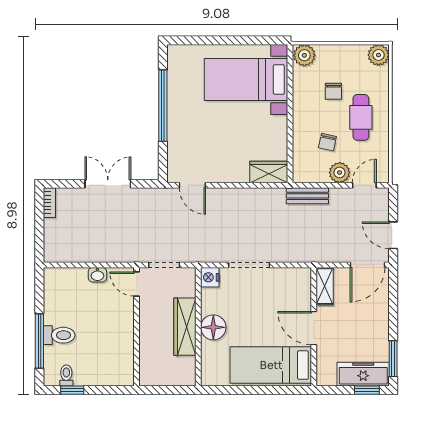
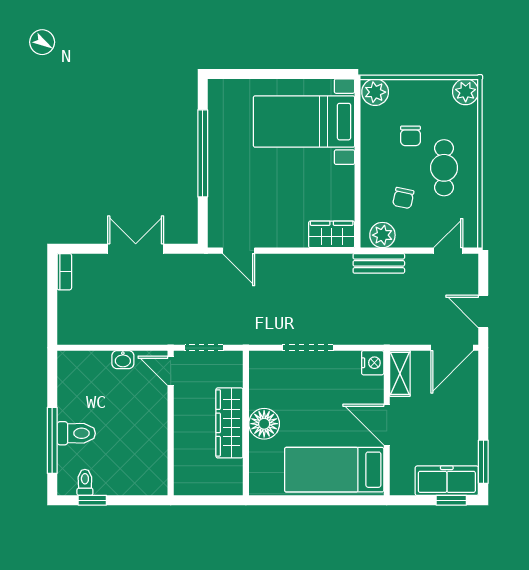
plant: (340, 173) -> (382, 235), moved
nightstand: (210, 277) -> (373, 363), moved, turned 180

